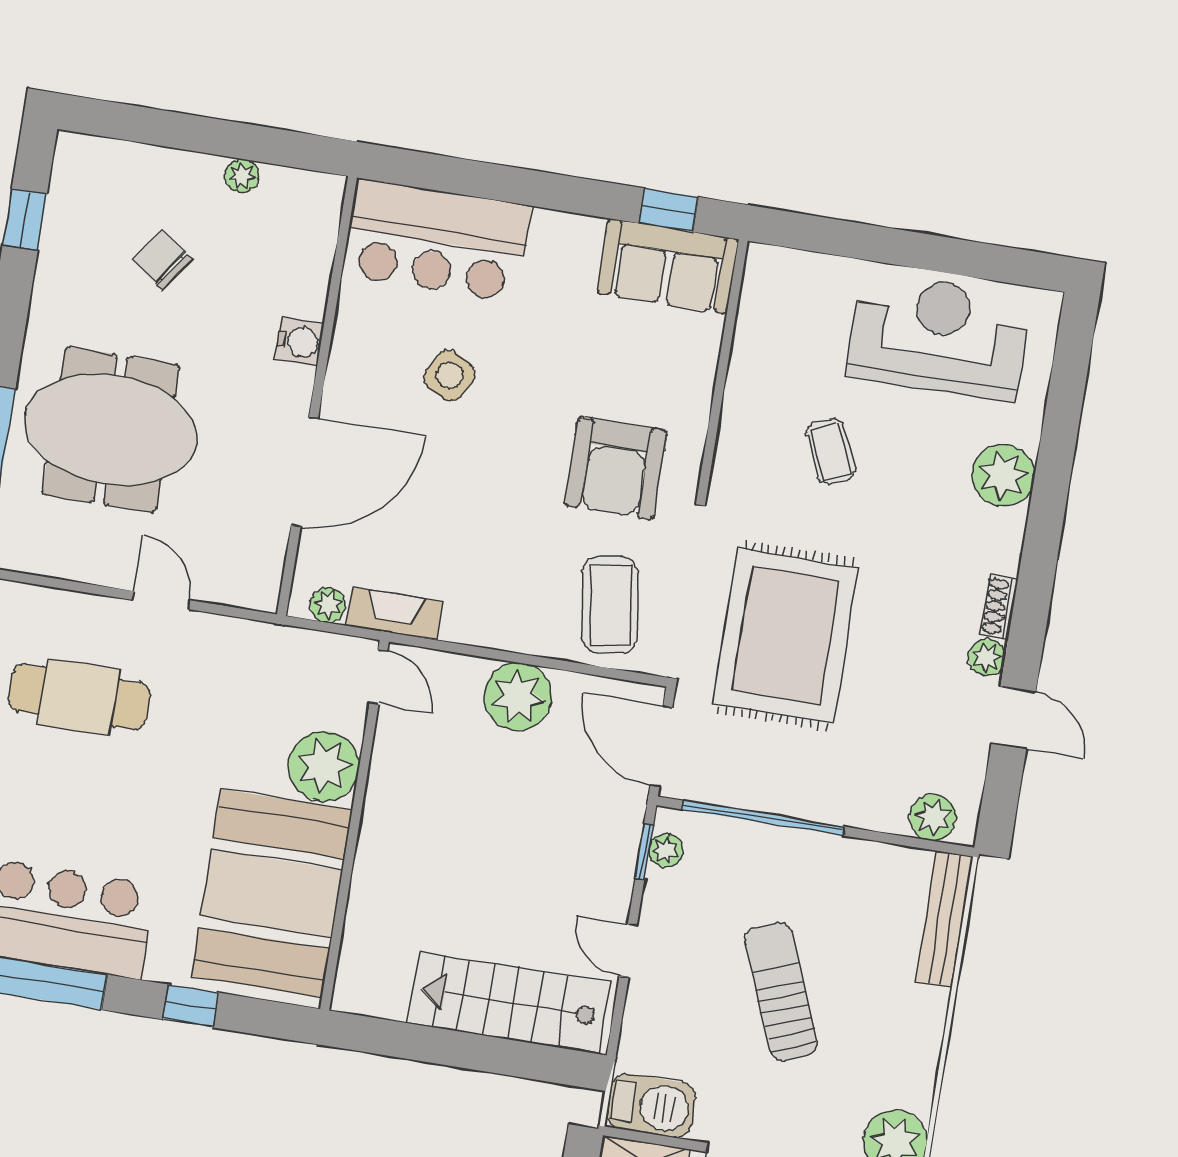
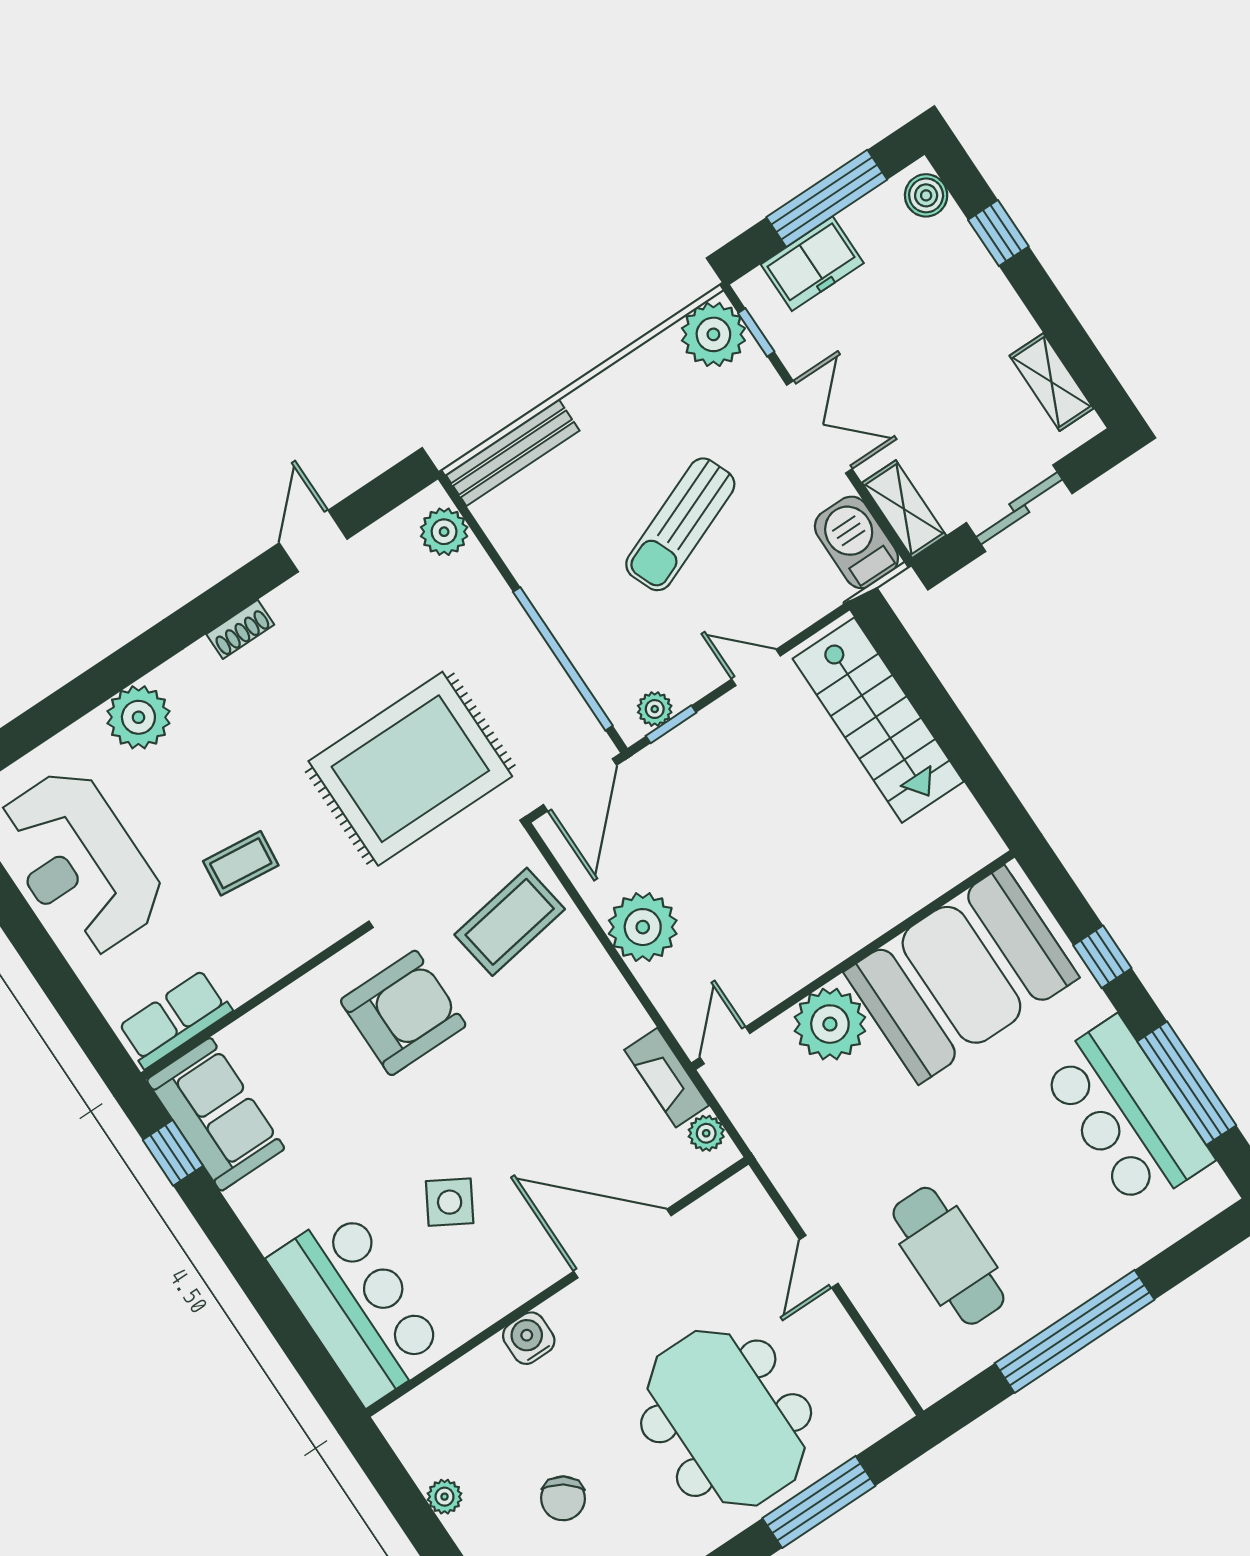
row of seats: (763, 300) -> (175, 1019), added
coffee table: (831, 451) -> (241, 863), turned 31
plant: (987, 657) -> (287, 603), removed
door: (628, 951) -> (756, 668), swing flipped

